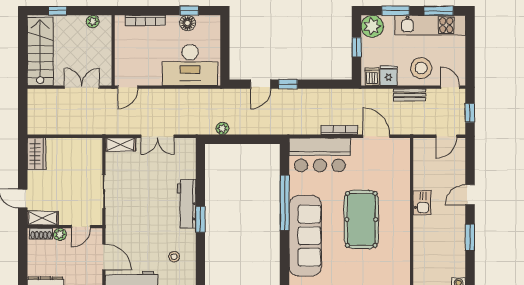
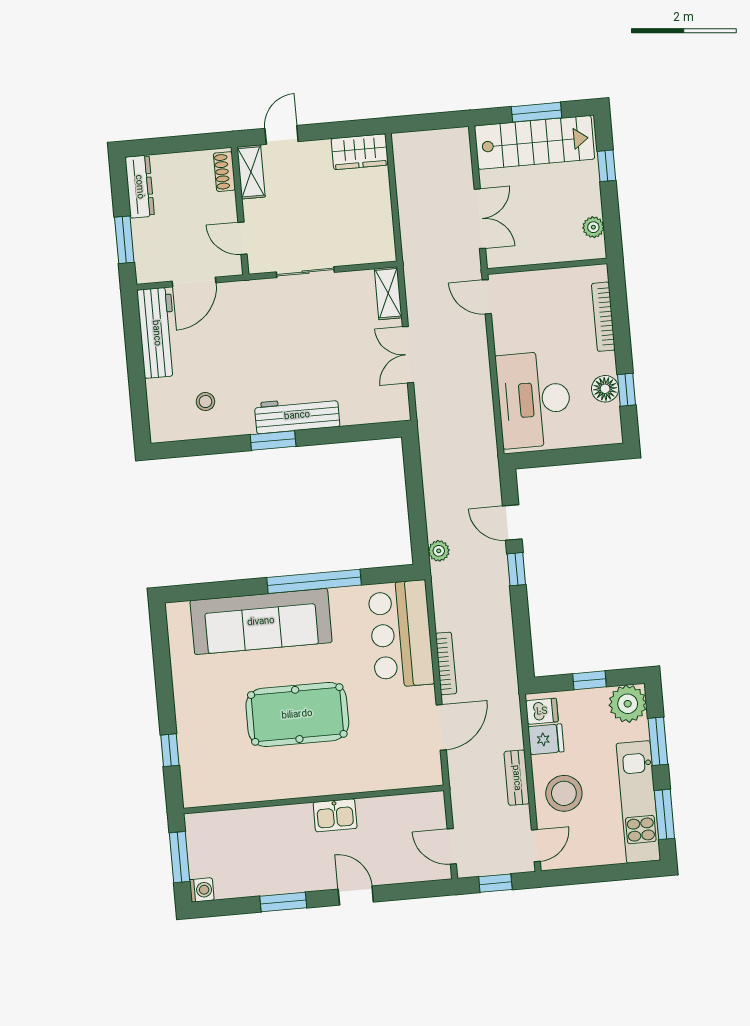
window: (23, 49) -> (537, 112), added
plant: (222, 128) -> (439, 551), moved
plant: (60, 234) -> (226, 204), removed

